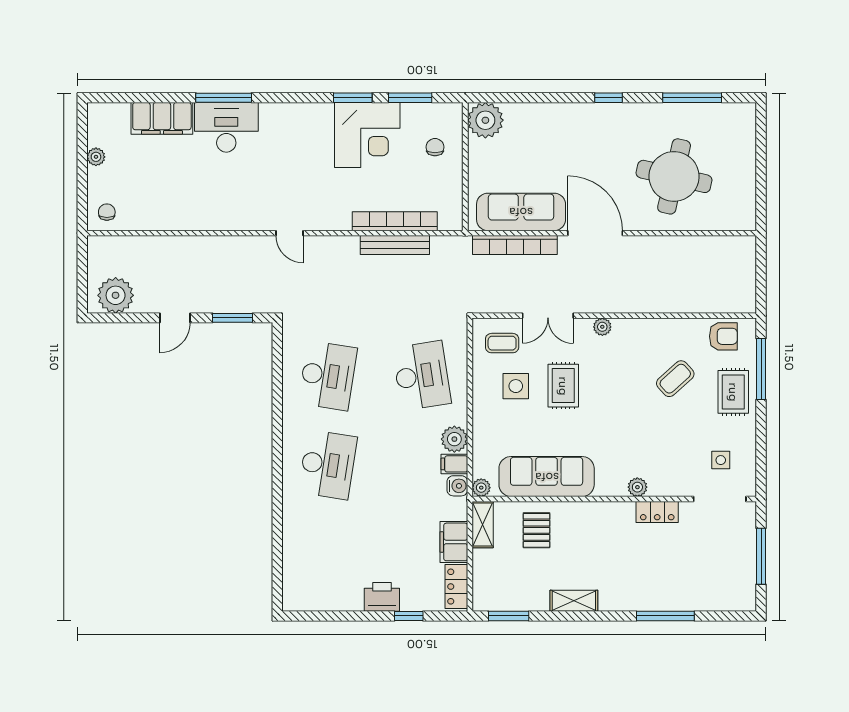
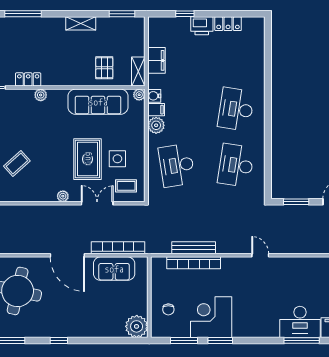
sofa: (521, 212) -> (114, 269), width x0.73
rug: (563, 386) -> (87, 159), width x1.36, depth x1.43
locker: (456, 587) -> (228, 24), moved, turned 90

